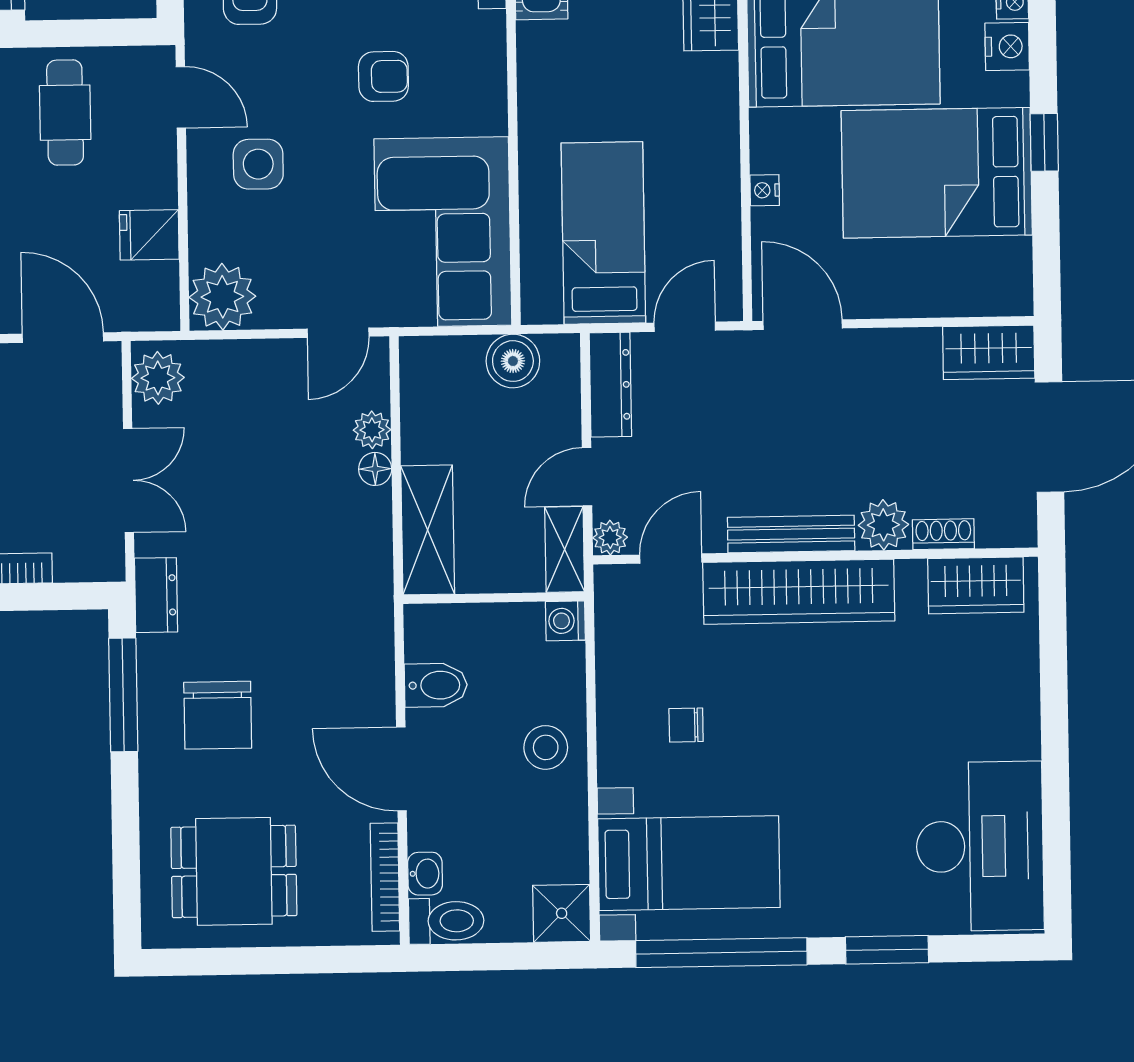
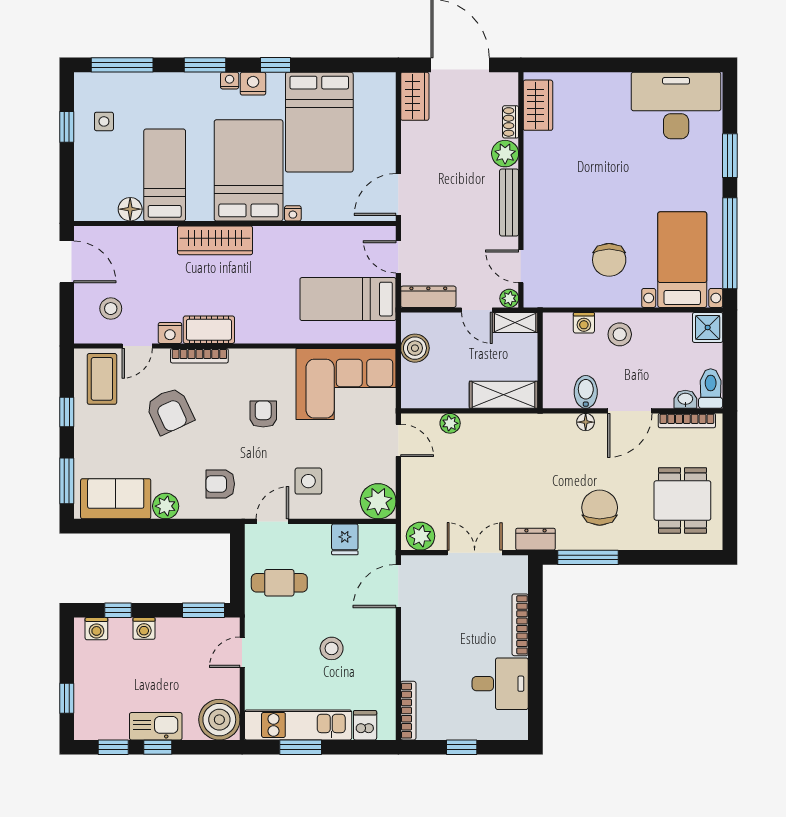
window: (1044, 142) -> (275, 65), moved
nightstand: (765, 190) -> (293, 213), moved
floor lamp: (375, 469) -> (586, 422), moved
wardrobe: (799, 592) -> (540, 199), removed
washing machine: (565, 621) -> (584, 323), moved
chair: (218, 715) -> (600, 508), turned -90
chair: (686, 725) -> (609, 260), width x1.87, depth x1.87

